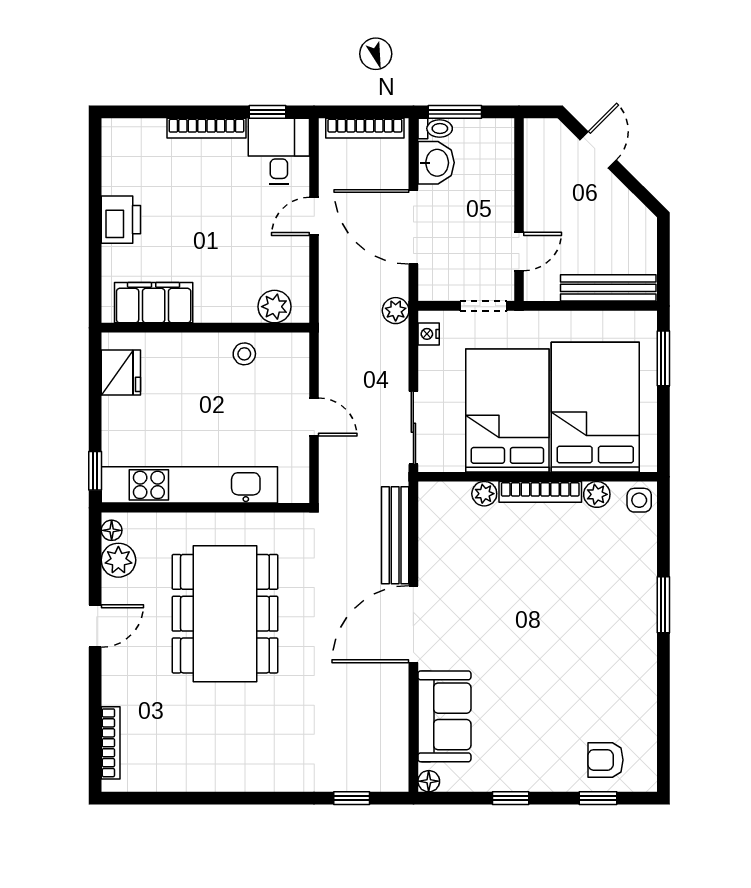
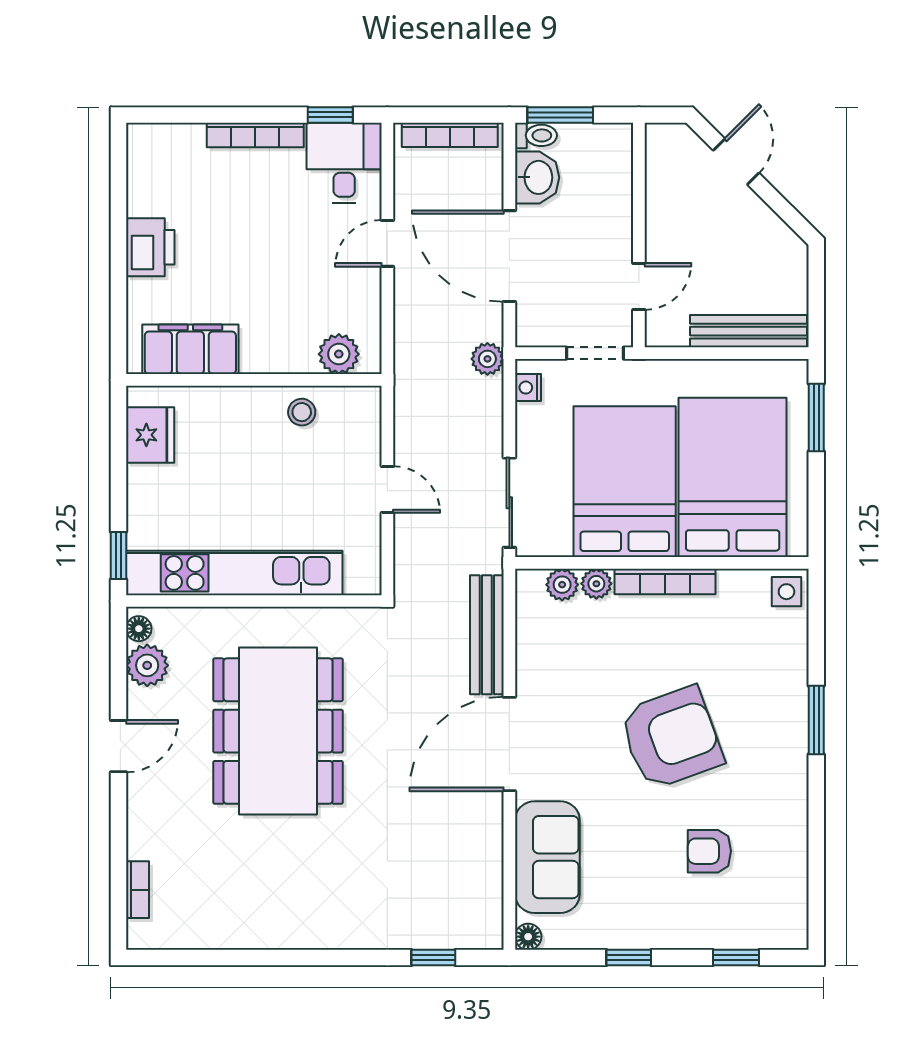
plant: (597, 494) -> (562, 585), moved
armchair: (545, 619) -> (671, 738), added
bookcase: (111, 743) -> (138, 890), width x0.64
armchair: (605, 760) -> (709, 851), moved

